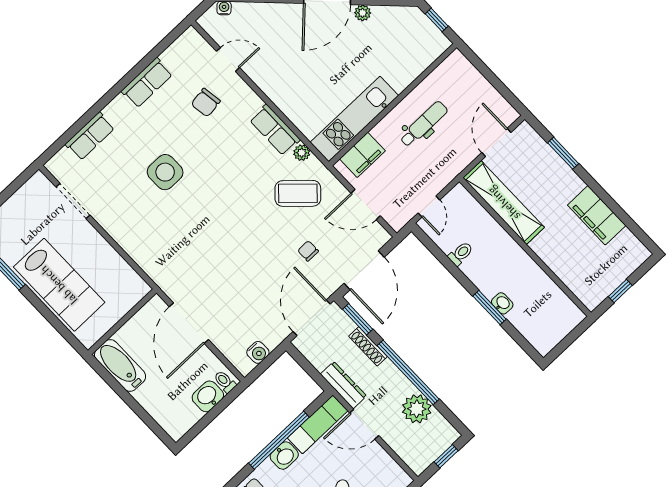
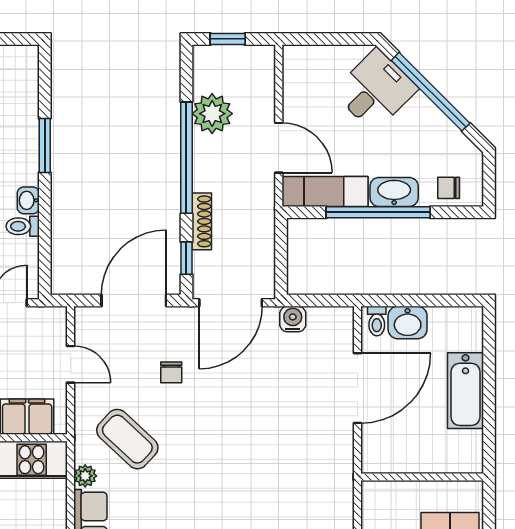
door: (366, 205) -> (71, 364), width x0.73
washbasin: (502, 303) -> (28, 200), moved
window: (358, 319) -> (186, 258), width x0.67
door: (189, 323) -> (357, 388), moved
water cooler: (258, 352) -> (293, 319), moved
bathtub: (120, 365) -> (466, 391), moved
dresser: (343, 385) -> (262, 206), removed
washbasin: (284, 456) -> (394, 192), width x1.38

